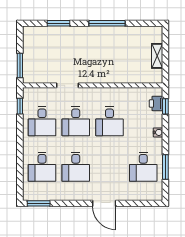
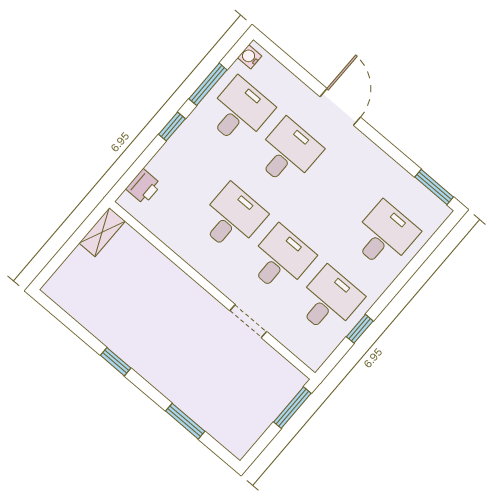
window: (107, 23) -> (116, 362), width x0.46
shelving: (157, 56) -> (102, 232), moved
window: (20, 106) -> (360, 329), moved
window: (165, 106) -> (172, 127), moved
water cooler: (158, 132) -> (250, 57), moved
desk: (76, 167) -> (288, 153), moved

